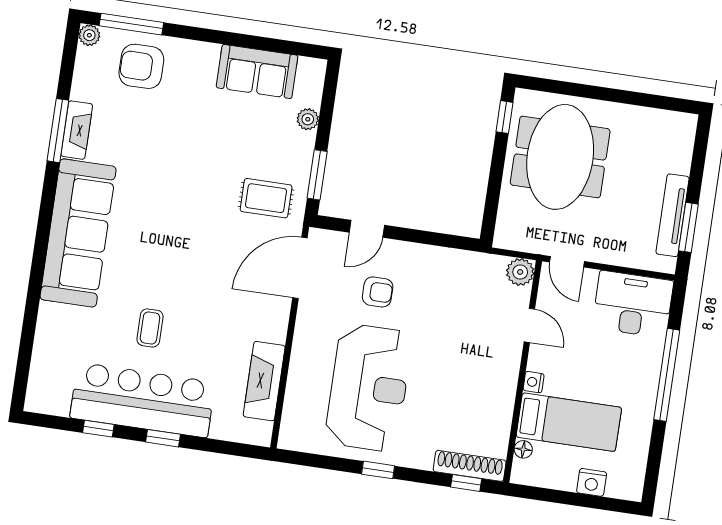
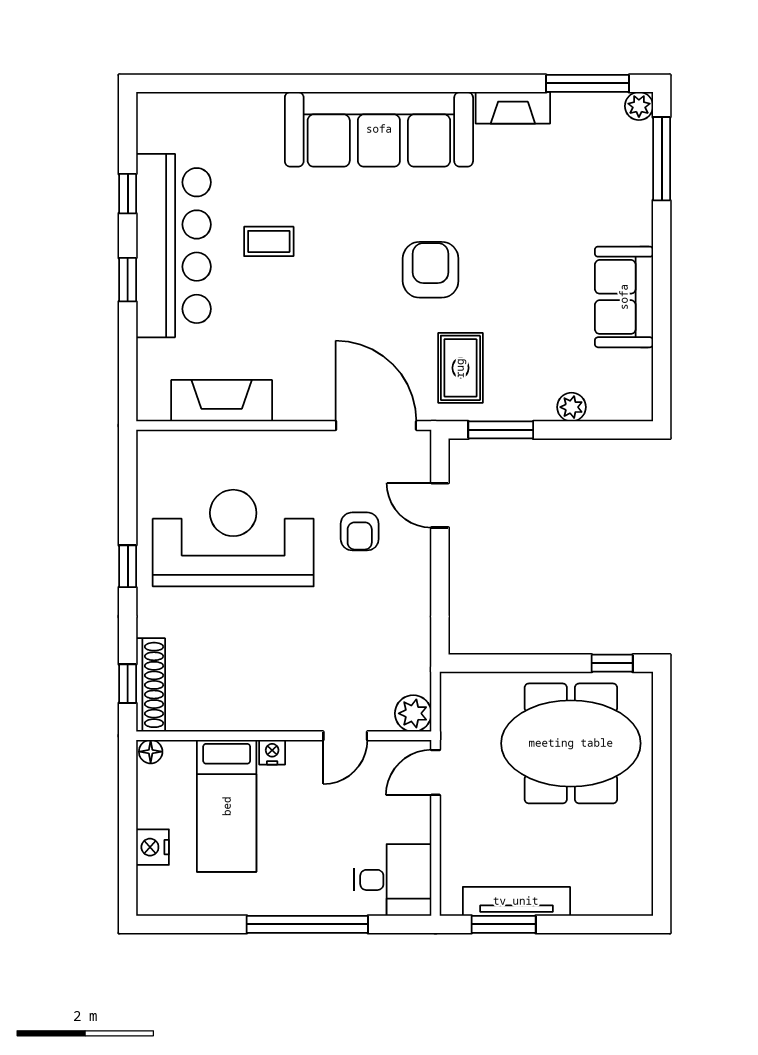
armchair: (141, 66) -> (431, 270), moved
sofa: (257, 71) -> (624, 297), moved
window: (58, 131) -> (588, 83), moved
desk: (633, 304) -> (393, 880), width x0.73
reception desk: (369, 388) -> (233, 538), turned 180
floor lamp: (523, 449) -> (151, 752), moved

